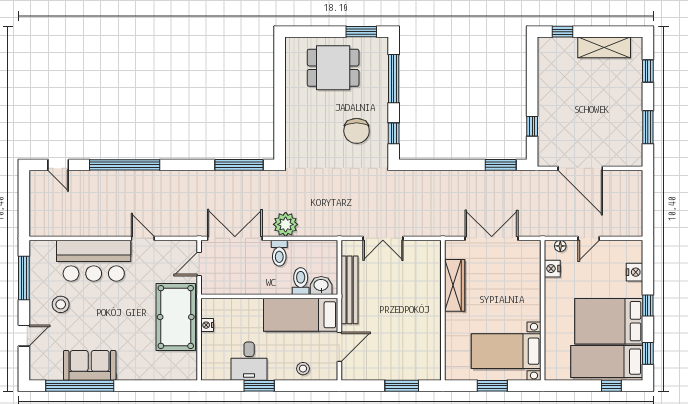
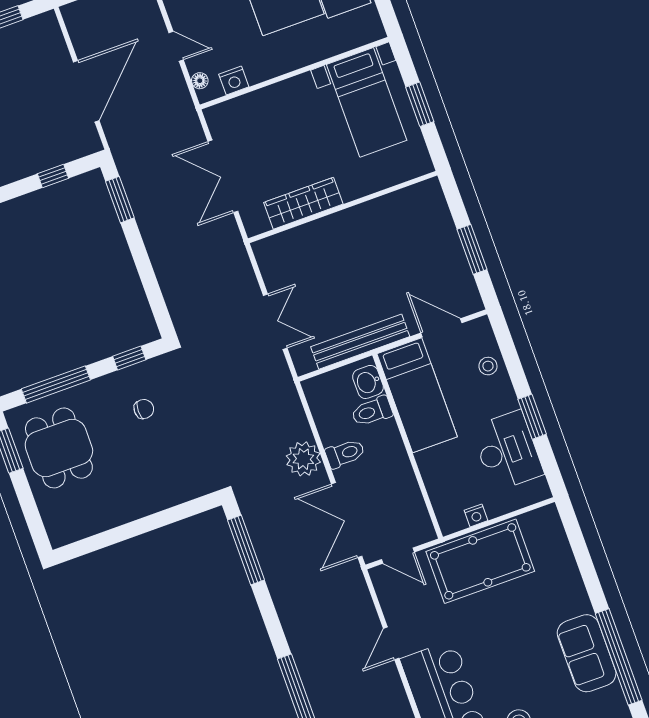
dining table: (333, 68) -> (59, 448), moved
chair: (357, 131) -> (144, 409), width x0.54, depth x0.54
desk: (249, 361) -> (507, 451), width x1.37
window: (402, 386) -> (472, 249), moved

